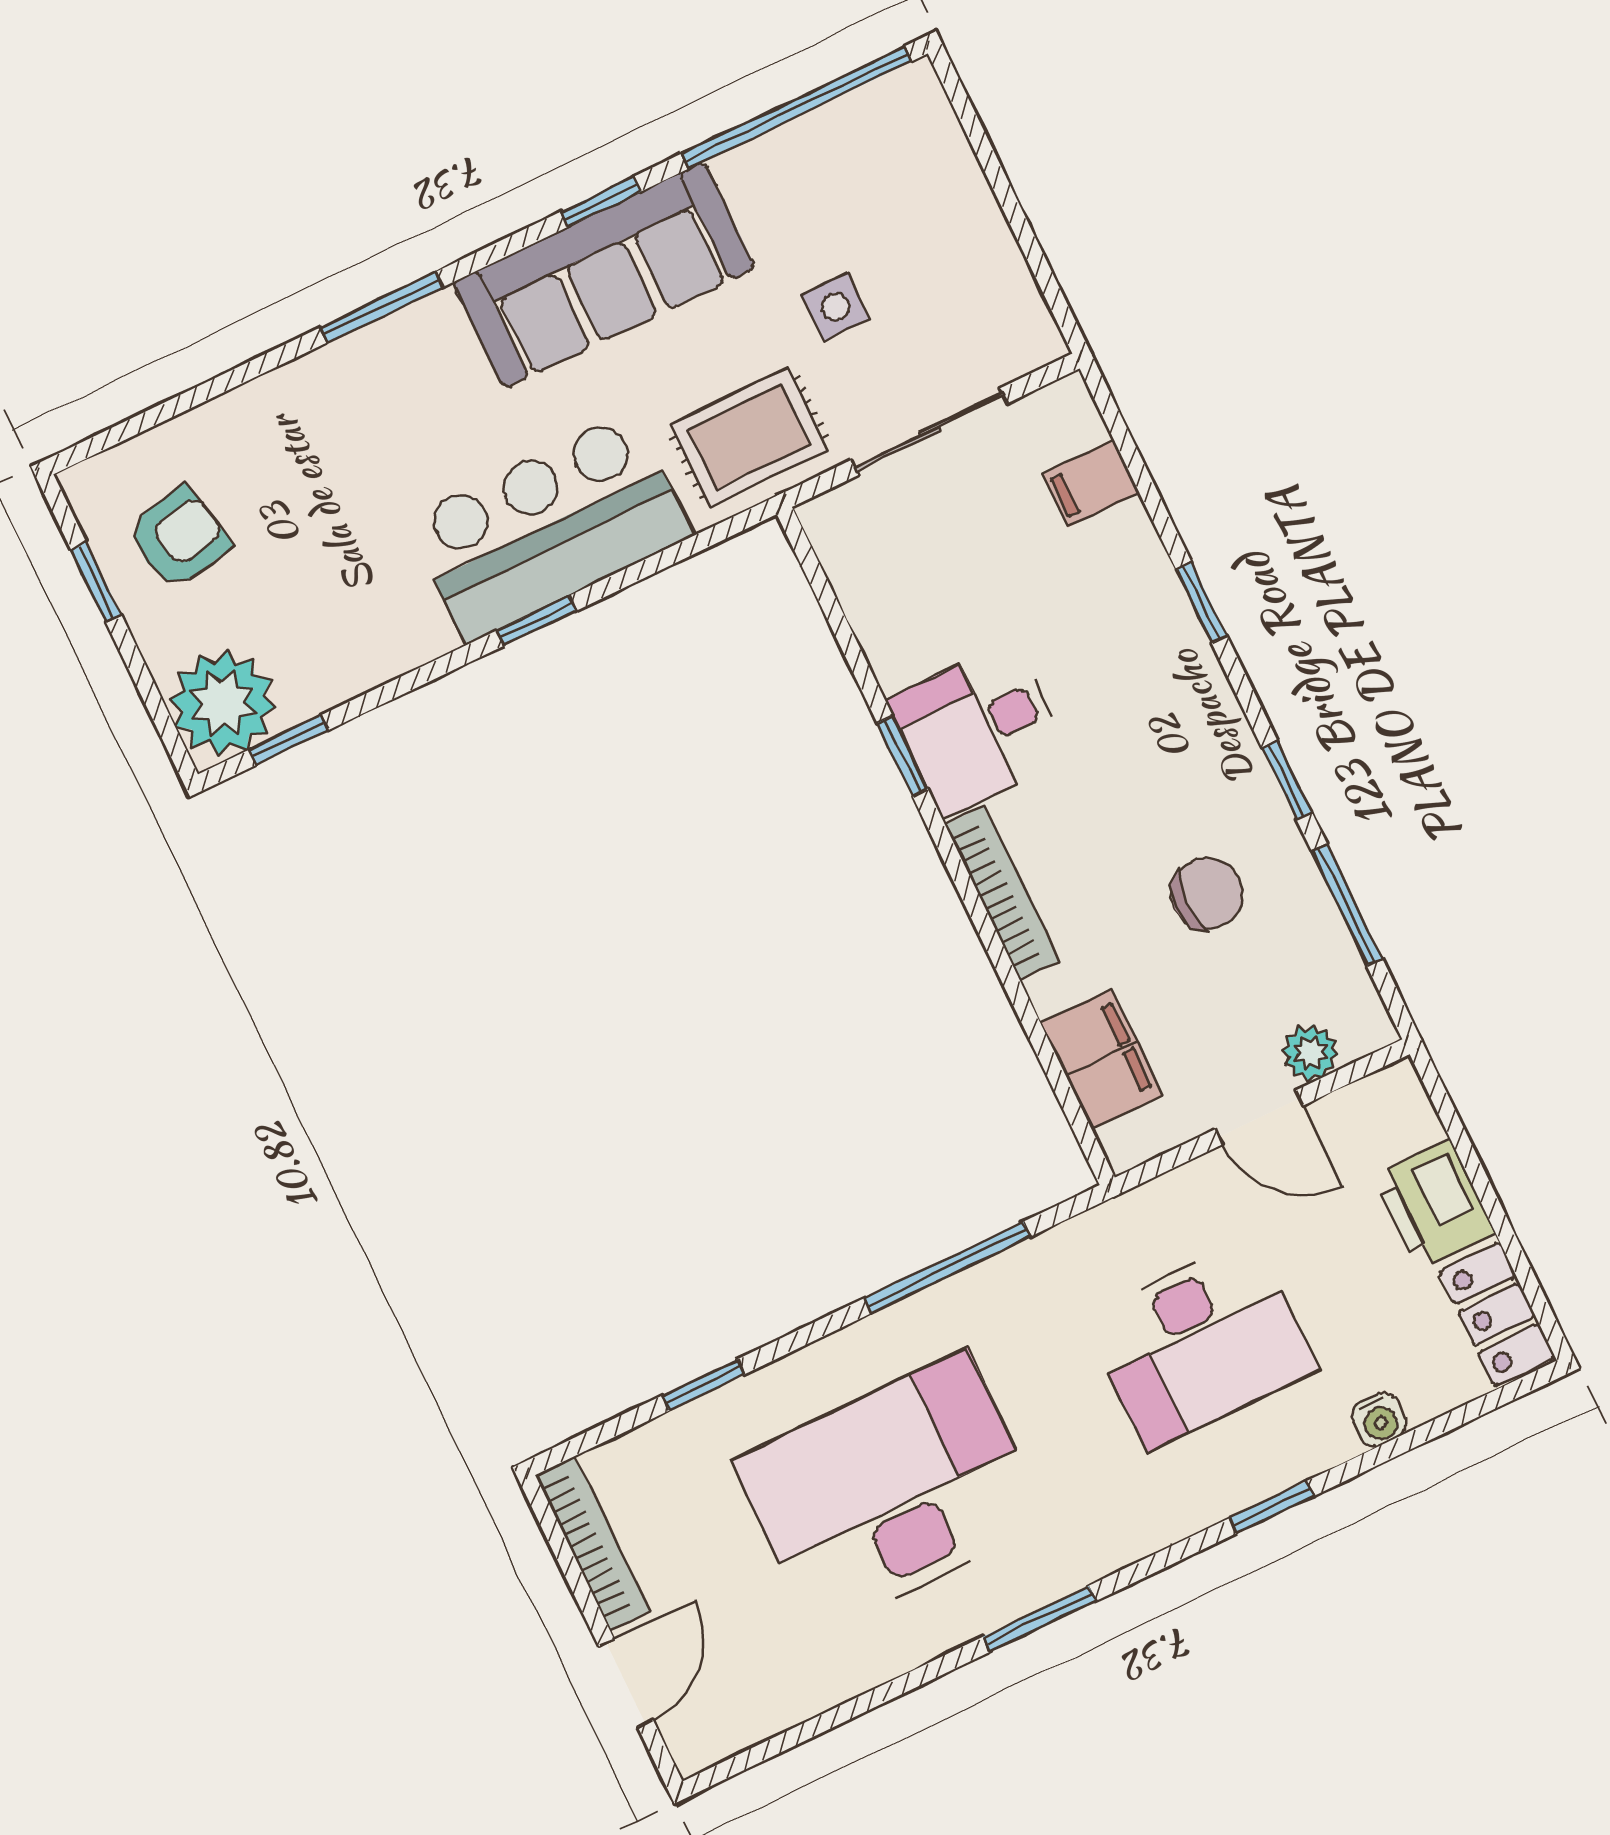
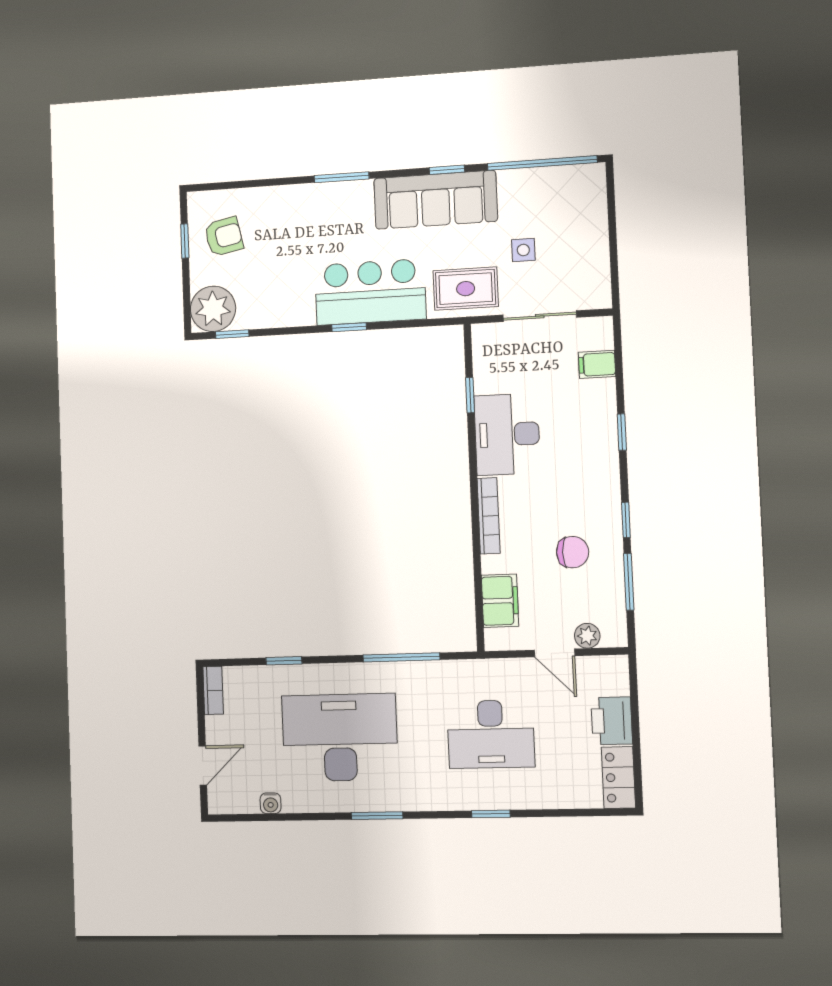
desk: (978, 729) -> (507, 434), width x1.37
window: (903, 756) -> (470, 395), moved
water cooler: (1379, 1420) -> (271, 803), moved
bookcase: (592, 1543) -> (213, 690), width x0.64

